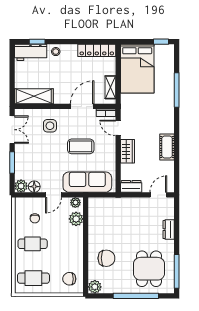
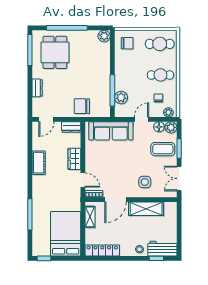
shelving: (34, 96) -> (146, 209), moved
coffee table: (81, 146) -> (163, 149), moved
plant: (75, 203) -> (168, 112), moved
window: (86, 227) -> (112, 90), added
chair: (106, 258) -> (82, 106), moved

